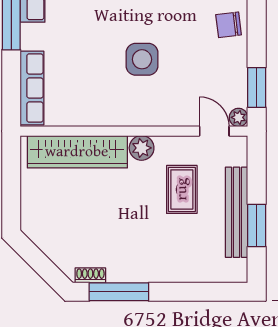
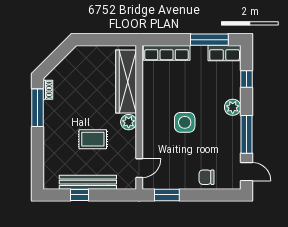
chair: (229, 25) -> (207, 177), turned -83
plant: (238, 117) -> (148, 183), removed
rug: (182, 189) -> (93, 139), moved
window: (257, 225) -> (80, 195), width x0.67

